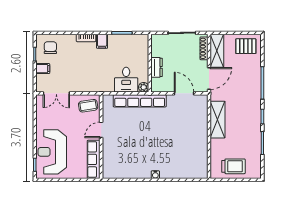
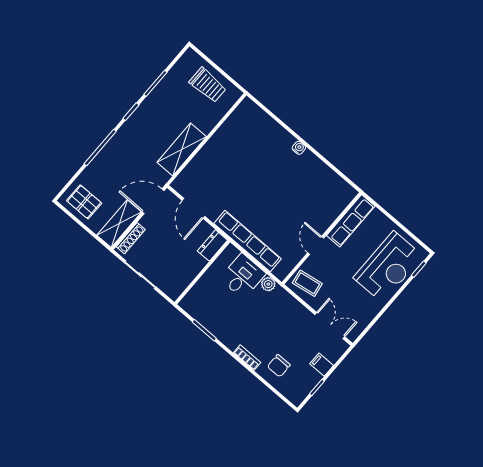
filing cabinet: (102, 41) -> (233, 339), removed
chair: (50, 48) -> (279, 366), moved
dresser: (157, 67) -> (212, 246), moved
plant: (144, 87) -> (268, 284), moved
door: (101, 130) -> (316, 245), swing flipped
trolley: (233, 166) -> (208, 85), turned 180

